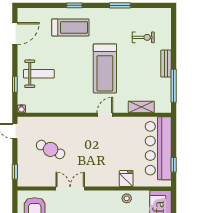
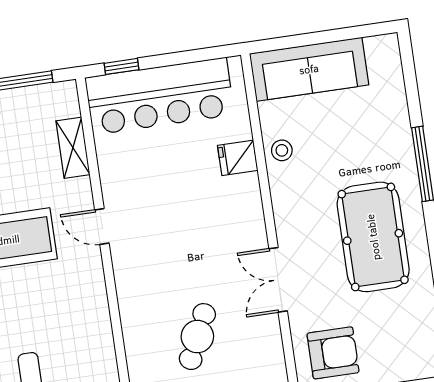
window: (174, 165) -> (121, 66), moved

